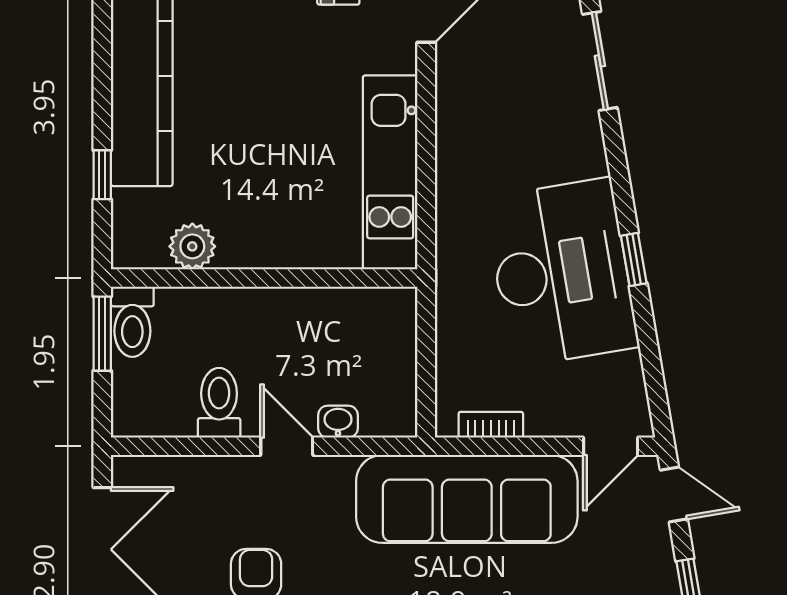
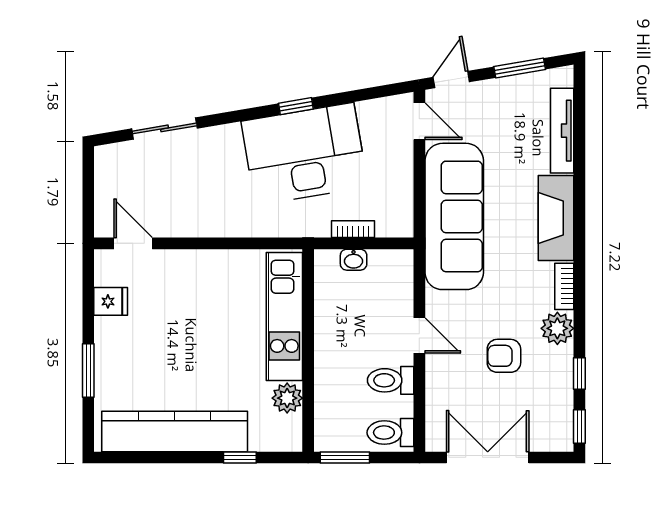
kitchen unit: (390, 172) -> (284, 316), moved, turned 90
toilet: (132, 322) -> (390, 433), moved, turned 180
washbasin: (338, 422) -> (354, 260), moved, turned -90
bookcase: (491, 425) -> (353, 229), moved, turned 90
door: (287, 446) -> (419, 336), swing flipped

